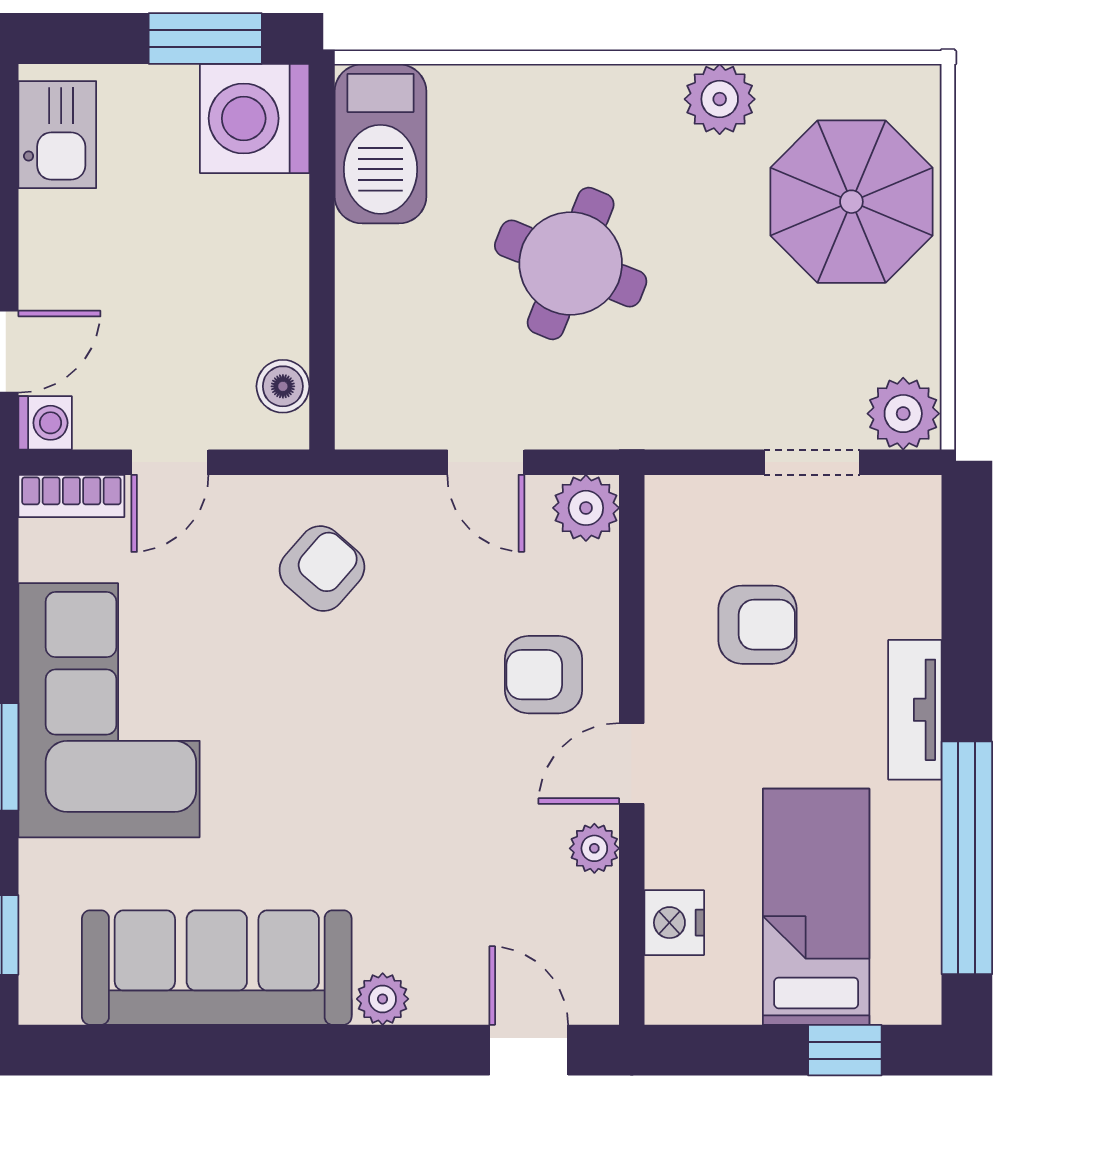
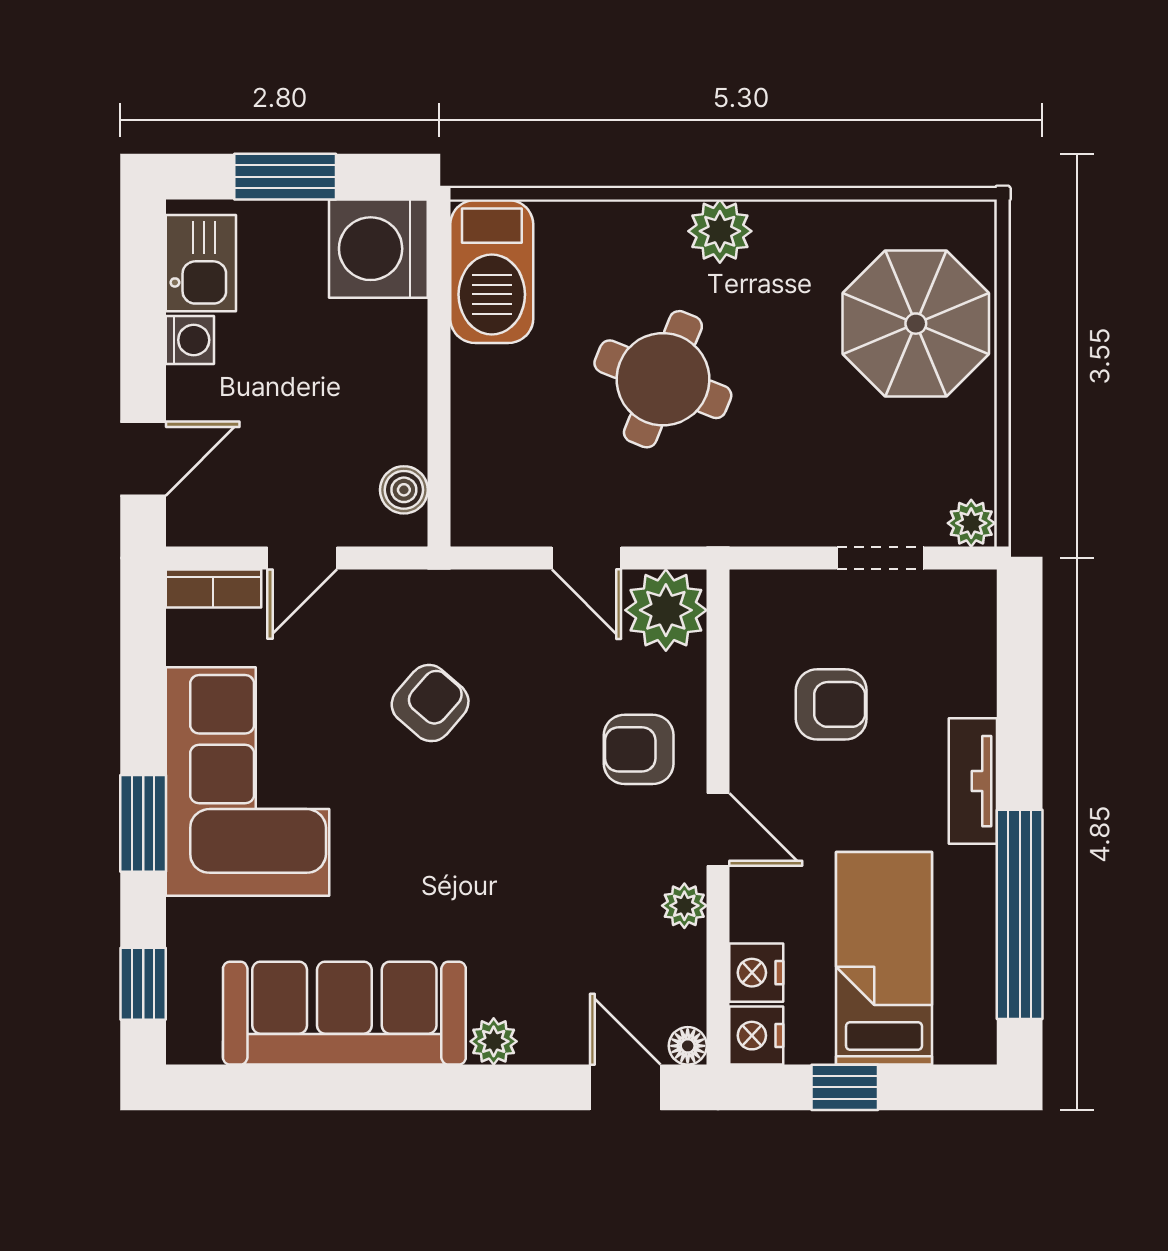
window: (205, 39) -> (285, 177), moved
plant: (720, 99) -> (720, 231), moved
plant: (903, 414) -> (971, 523), width x0.73, depth x0.73
washing machine: (45, 423) -> (190, 340), moved
plant: (586, 508) -> (666, 610), width x1.36, depth x1.36
armchair: (322, 569) -> (430, 703), moved
door: (632, 764) -> (718, 829), swing flipped
nightstand: (674, 992) -> (756, 1036), added
floor lamp: (598, 1004) -> (688, 1046), added
window: (845, 1050) -> (845, 1087), moved

